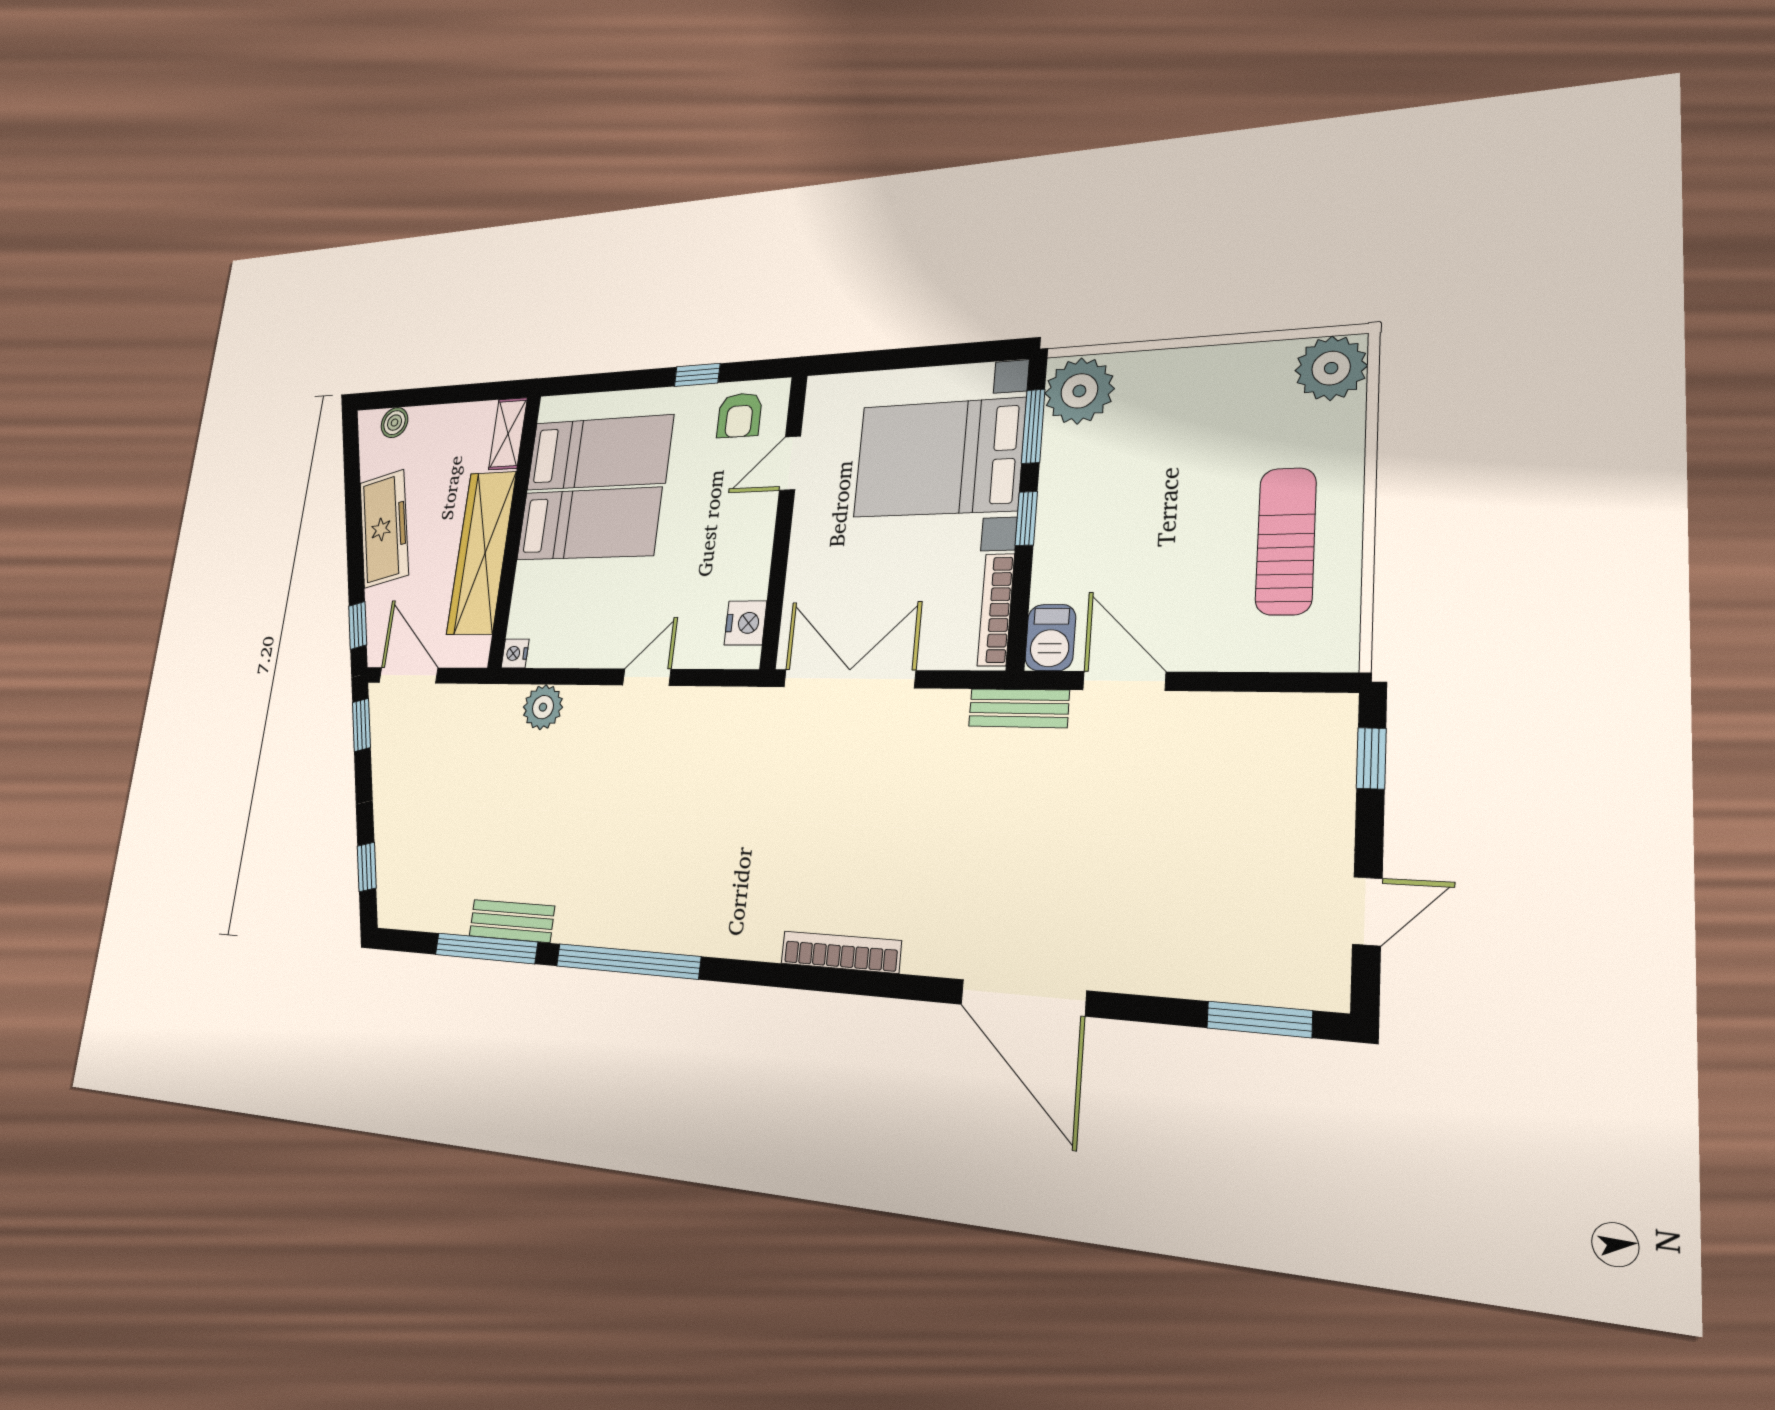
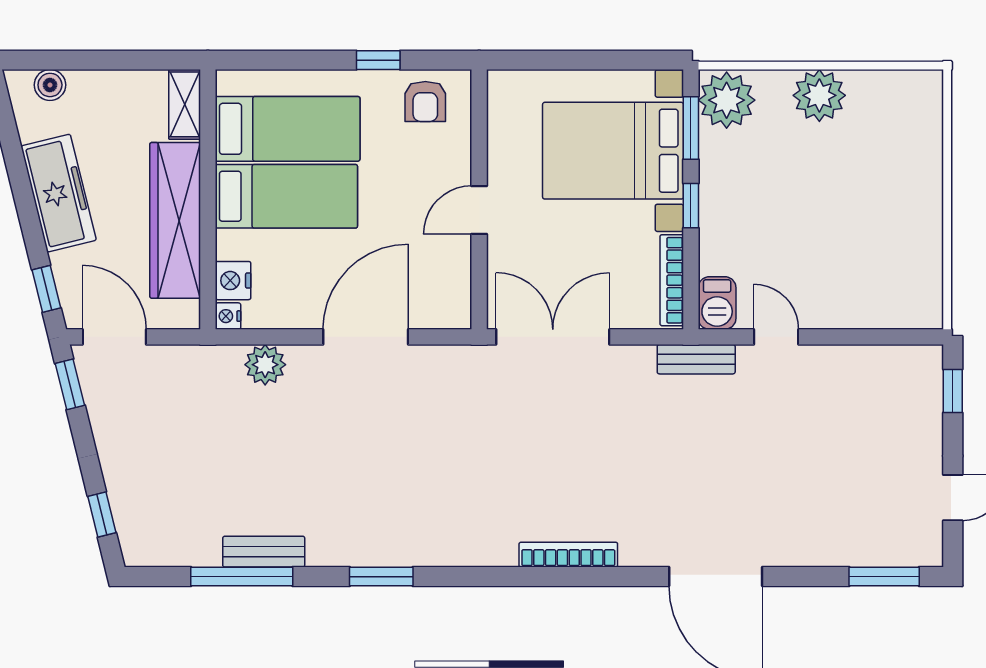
plant: (1331, 368) -> (819, 95), moved
door: (790, 463) -> (479, 210), moved
sun lounger: (1286, 541) -> (889, 230), removed
nightstand: (745, 623) -> (233, 281), moved, turned 180
door: (647, 677) -> (366, 337), width x1.87
door: (1124, 681) -> (776, 337), width x0.73
window: (628, 961) -> (381, 577), width x0.47

